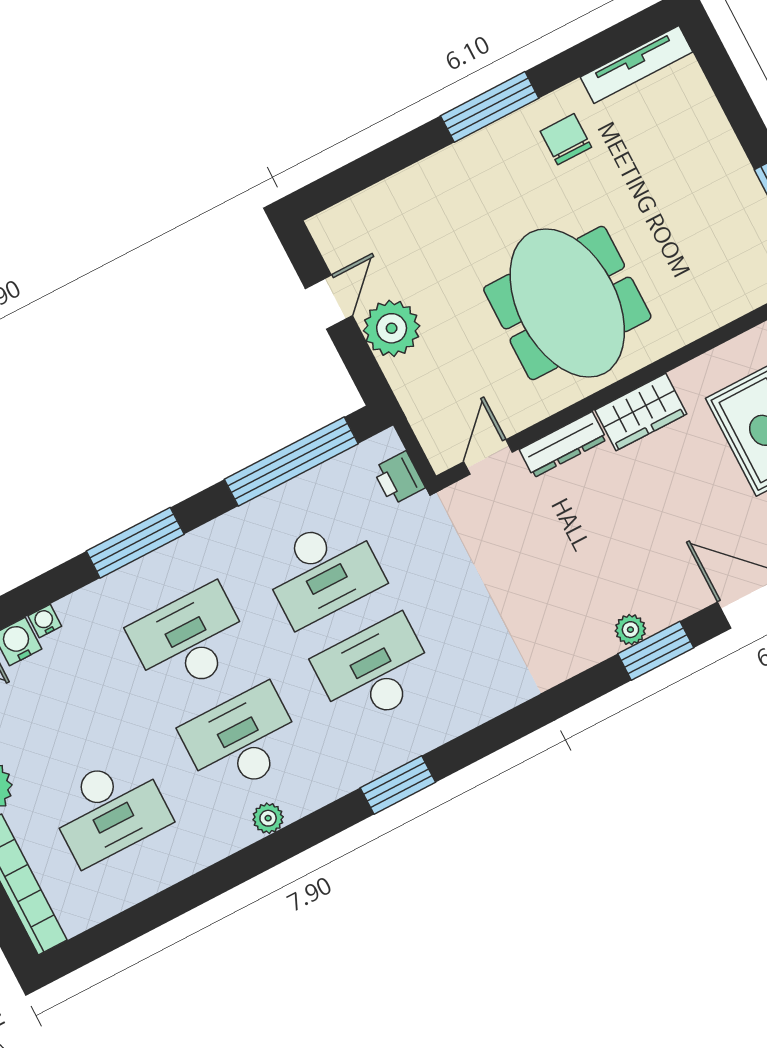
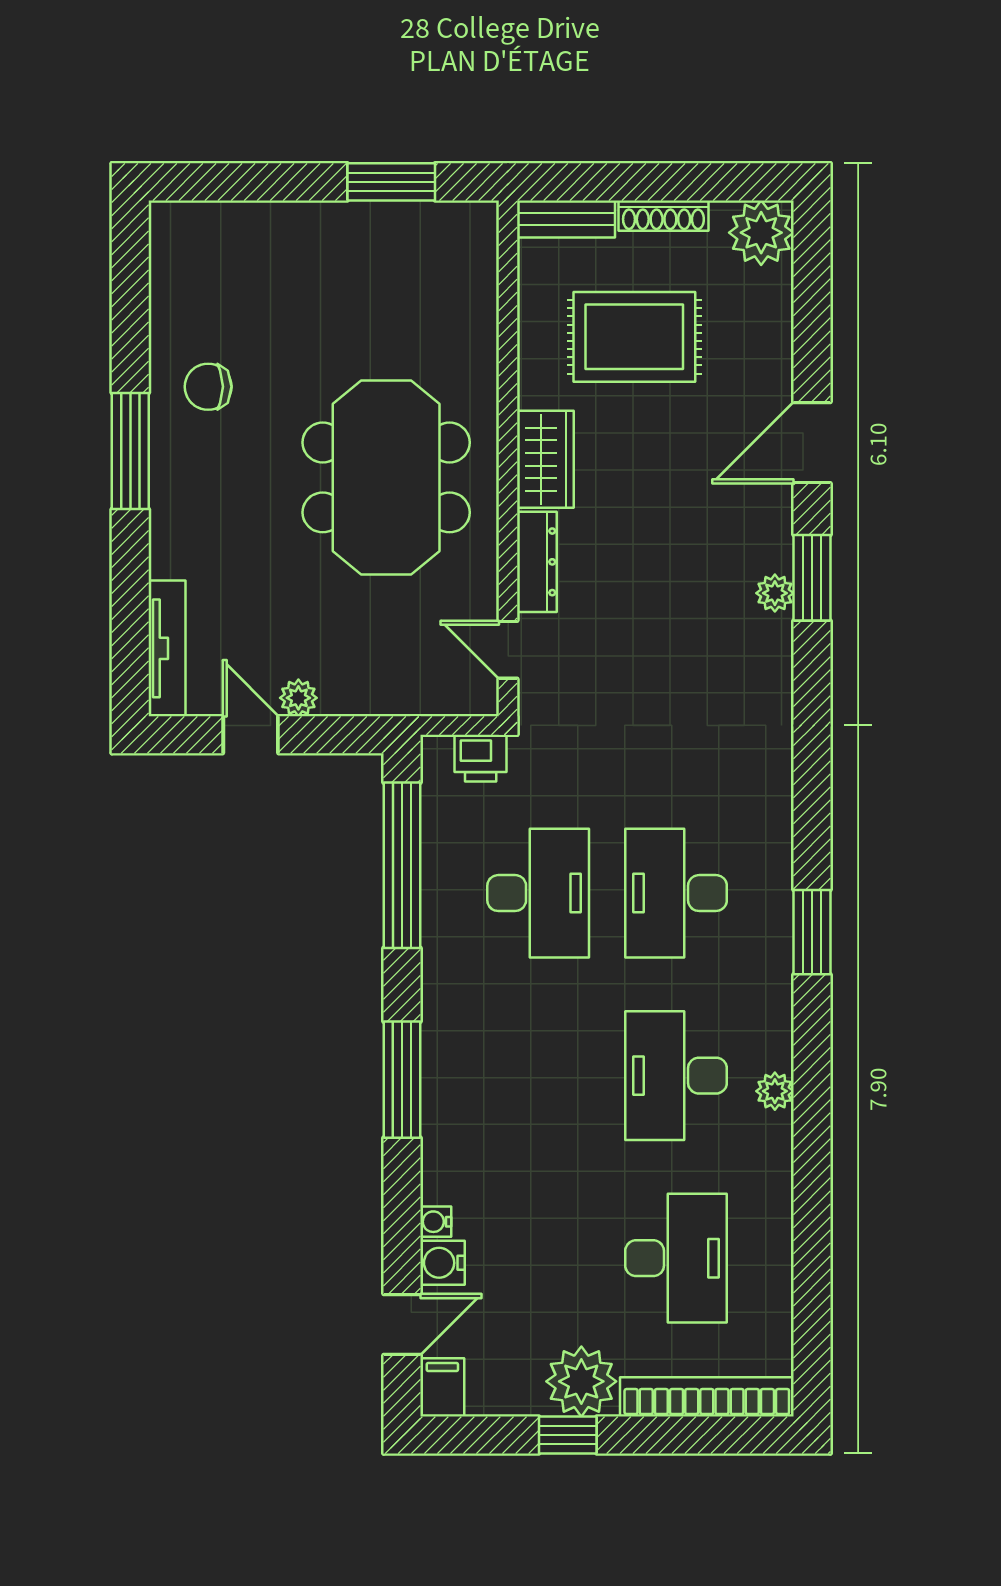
tv unit: (637, 64) -> (167, 648), moved
meeting table: (567, 303) -> (386, 477), turned 90
plant: (392, 328) -> (298, 698), width x0.53, depth x0.53
desk: (190, 640) -> (538, 1076), removed

